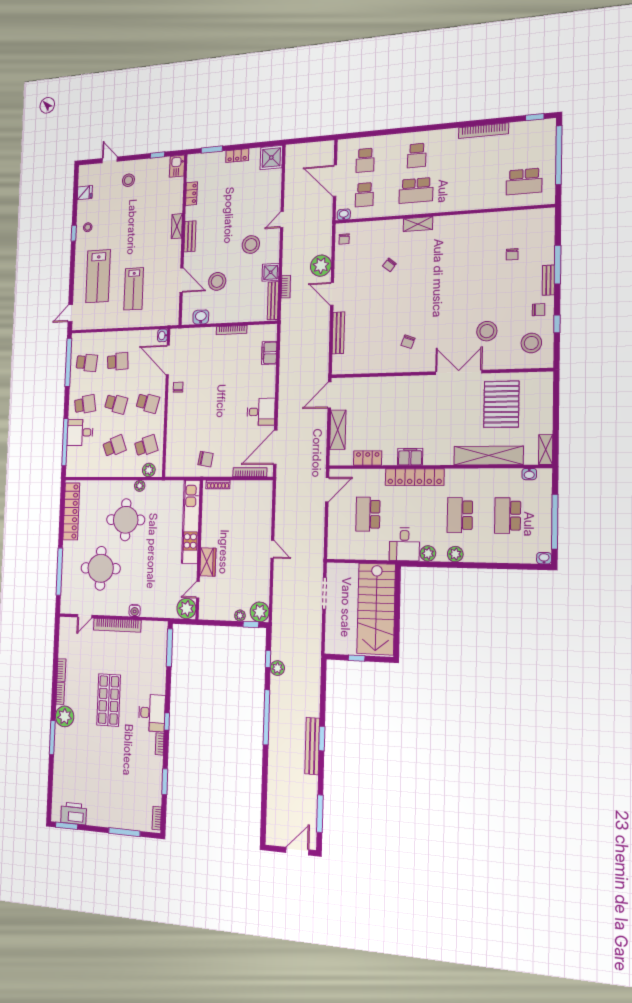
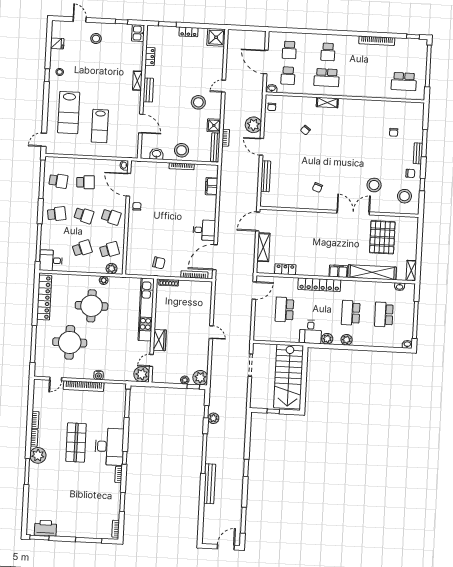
stool: (217, 281) -> (182, 150), moved
desk: (80, 432) -> (51, 260), moved
filing cabinet: (410, 457) -> (338, 271), moved
desk: (152, 713) -> (109, 447), width x1.36, depth x1.30
bench: (312, 746) -> (210, 484), moved

